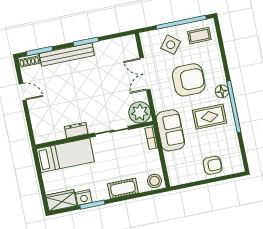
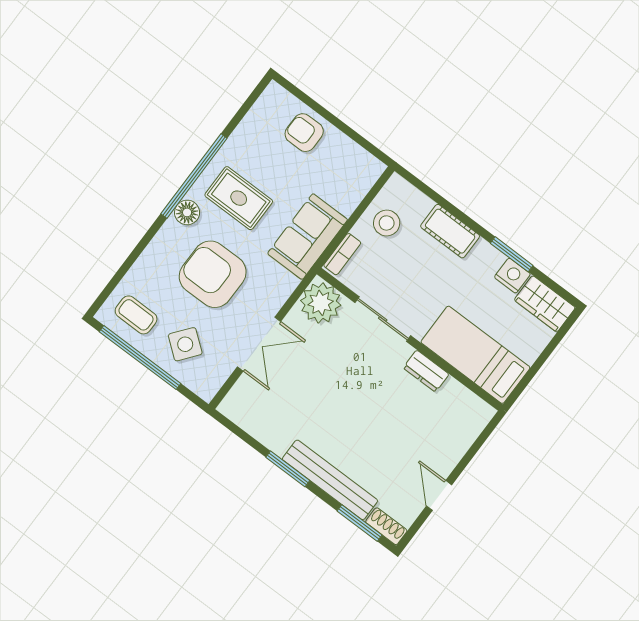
stool: (154, 181) -> (387, 223), moved

